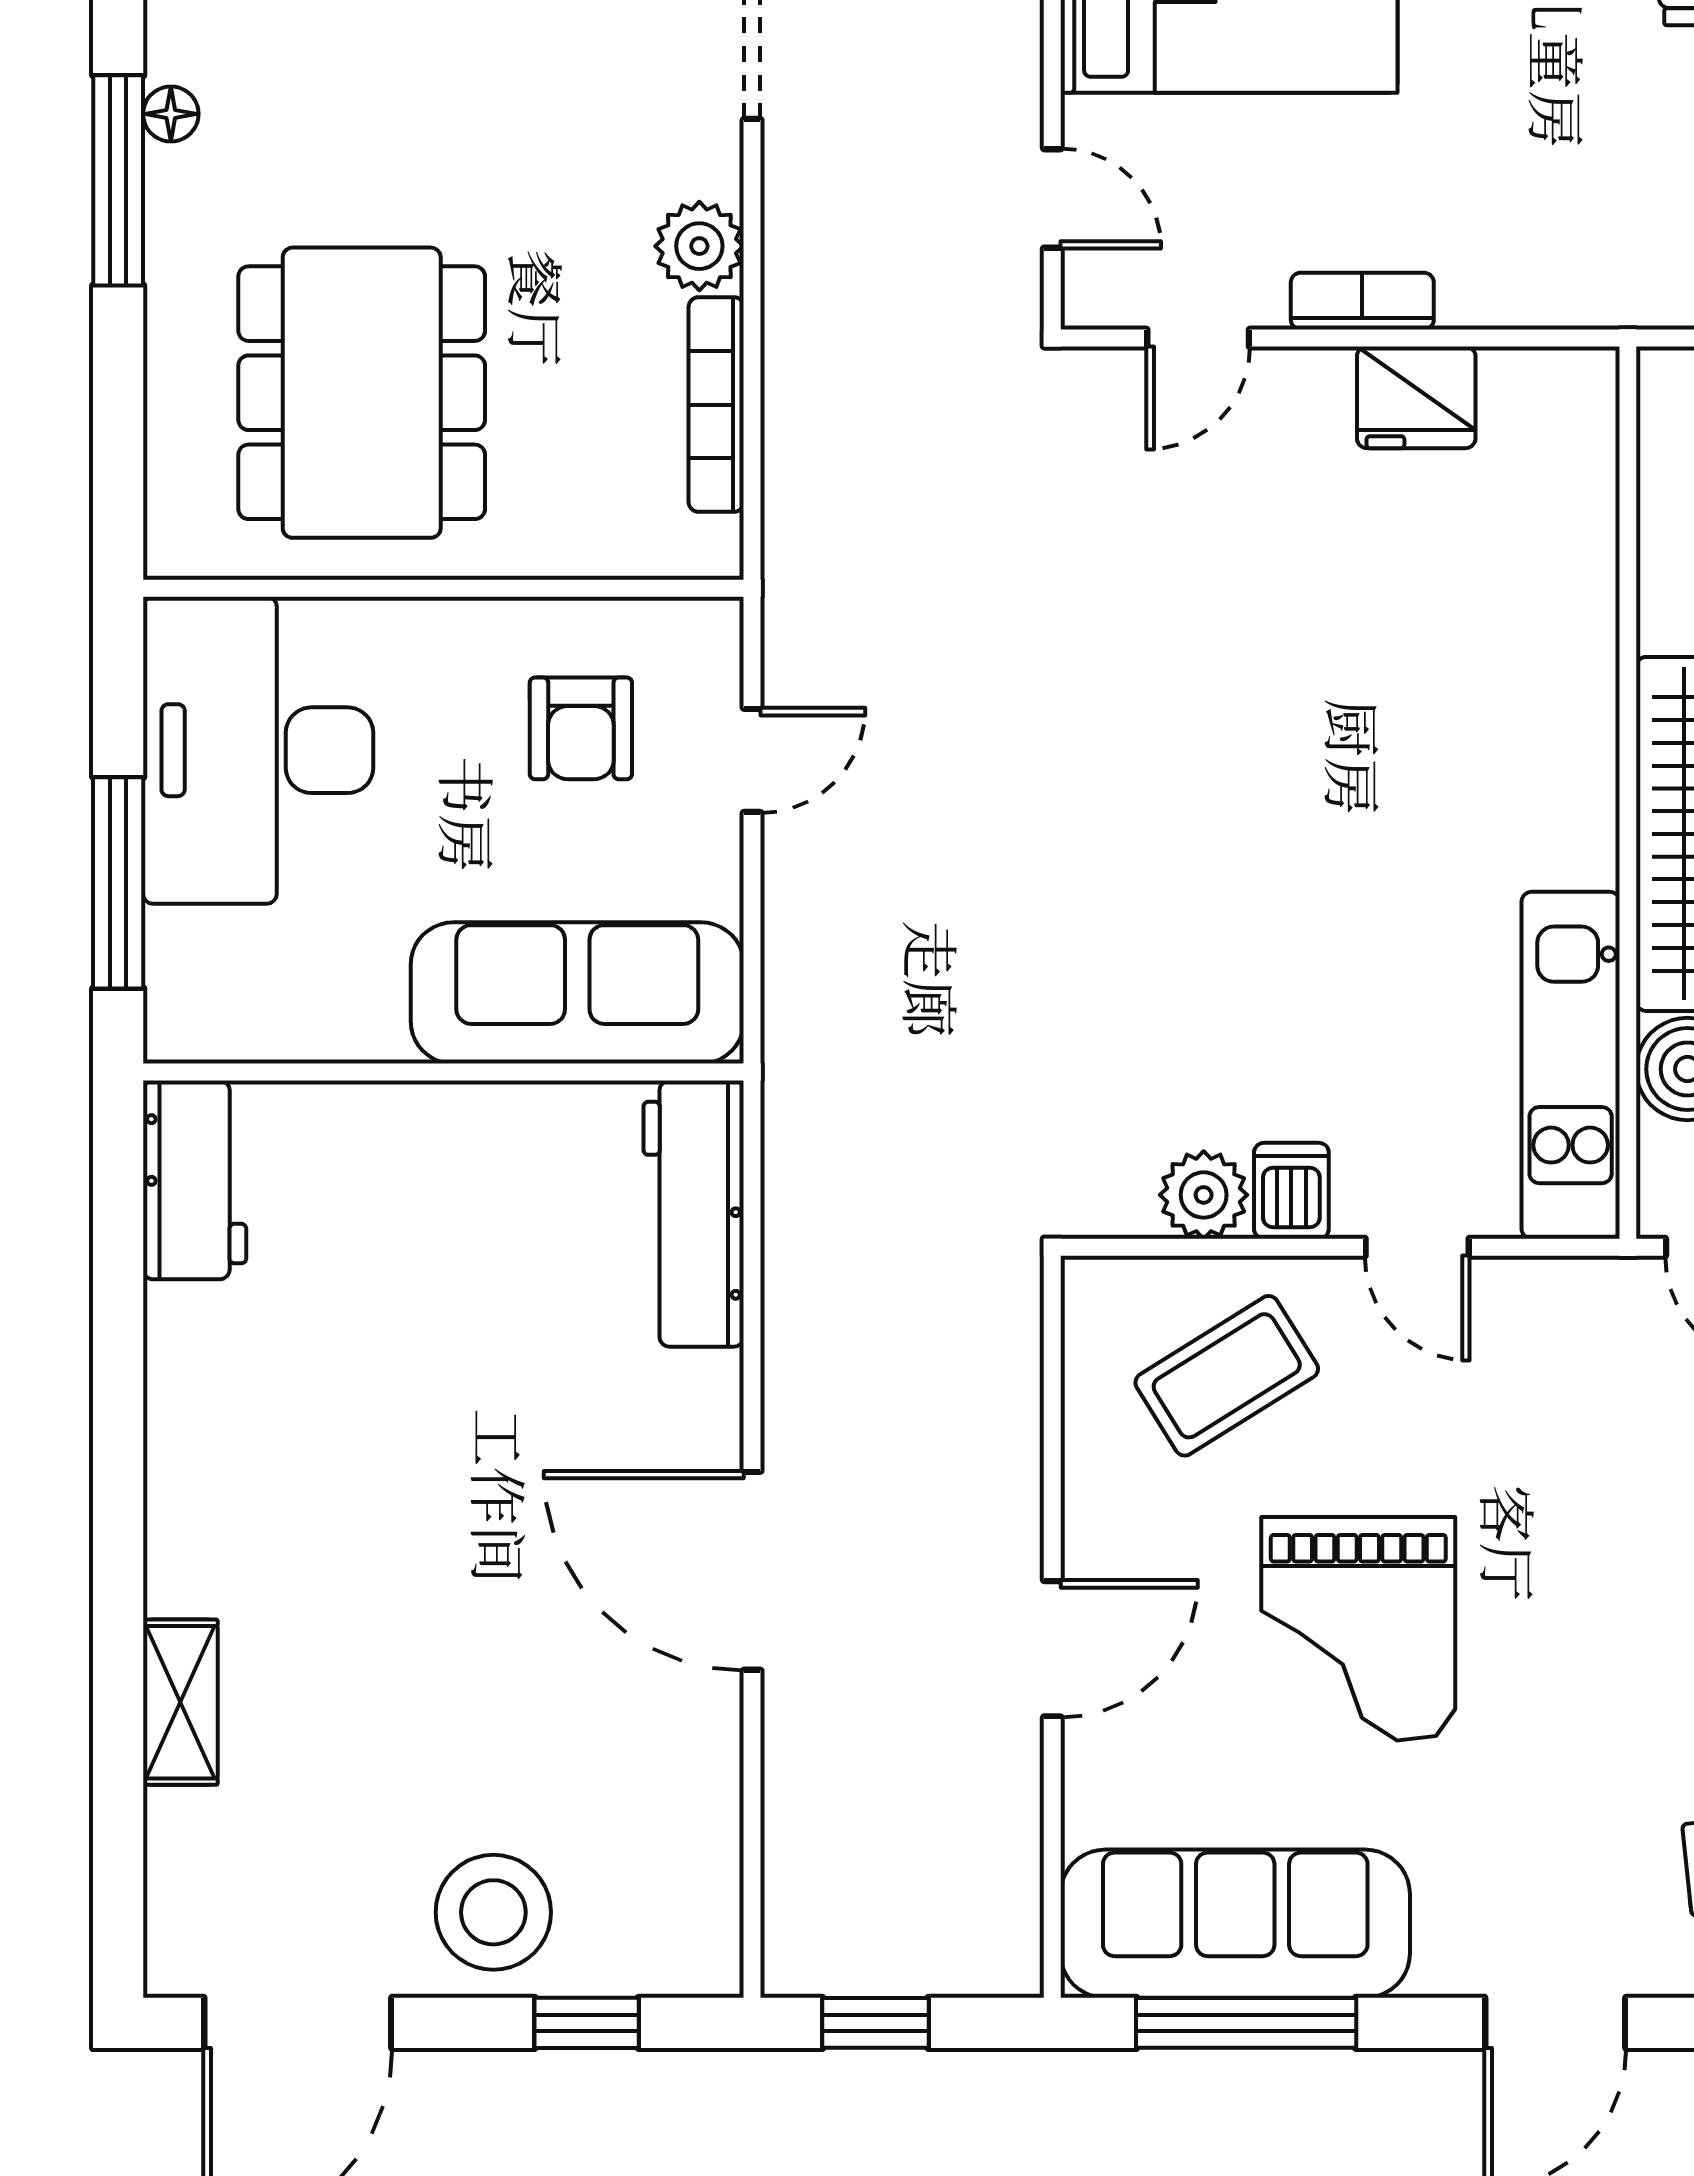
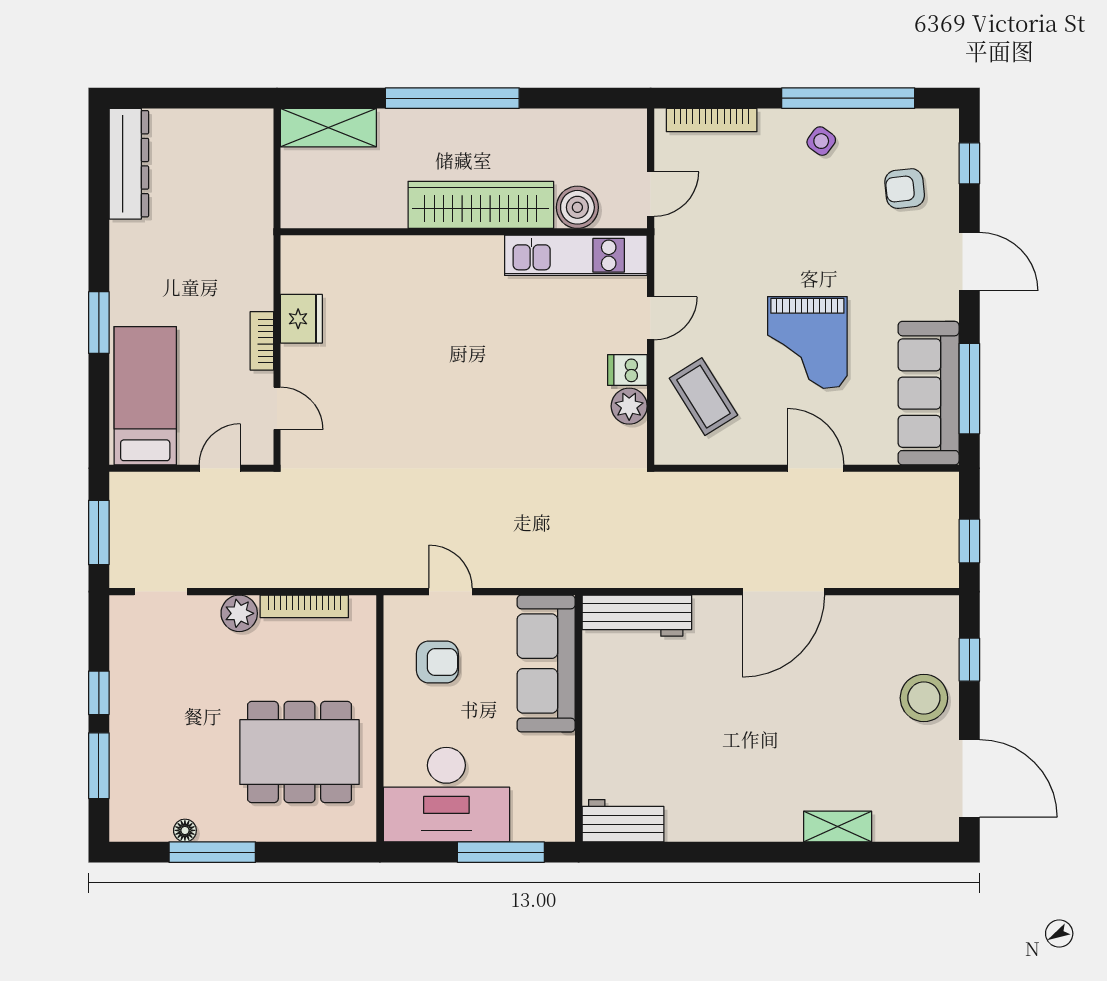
grand piano: (1358, 1629) -> (807, 343), turned 90

